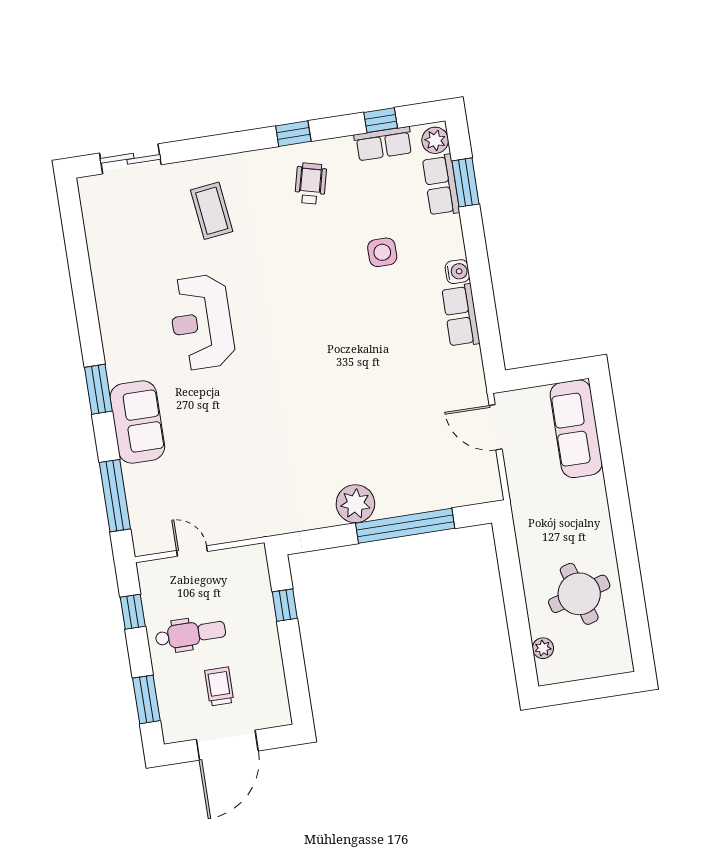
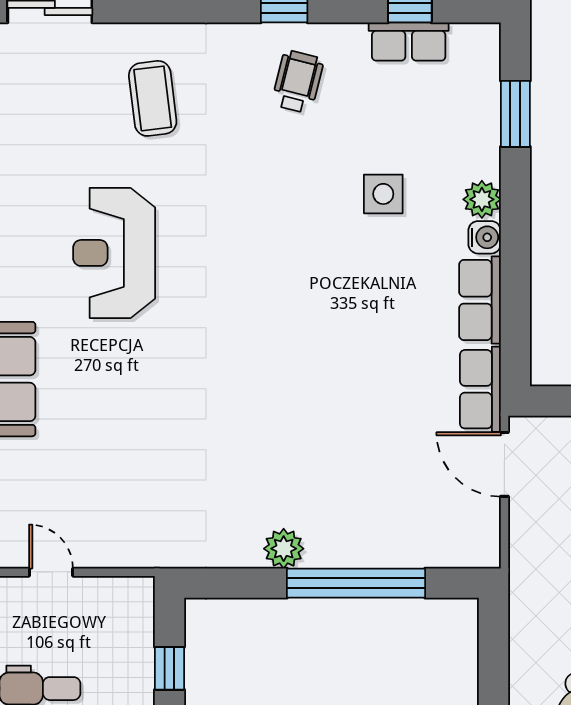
plant: (435, 140) -> (482, 199), moved
row of seats: (441, 185) -> (480, 389), moved
plant: (355, 504) -> (284, 549), width x0.73, depth x0.73

